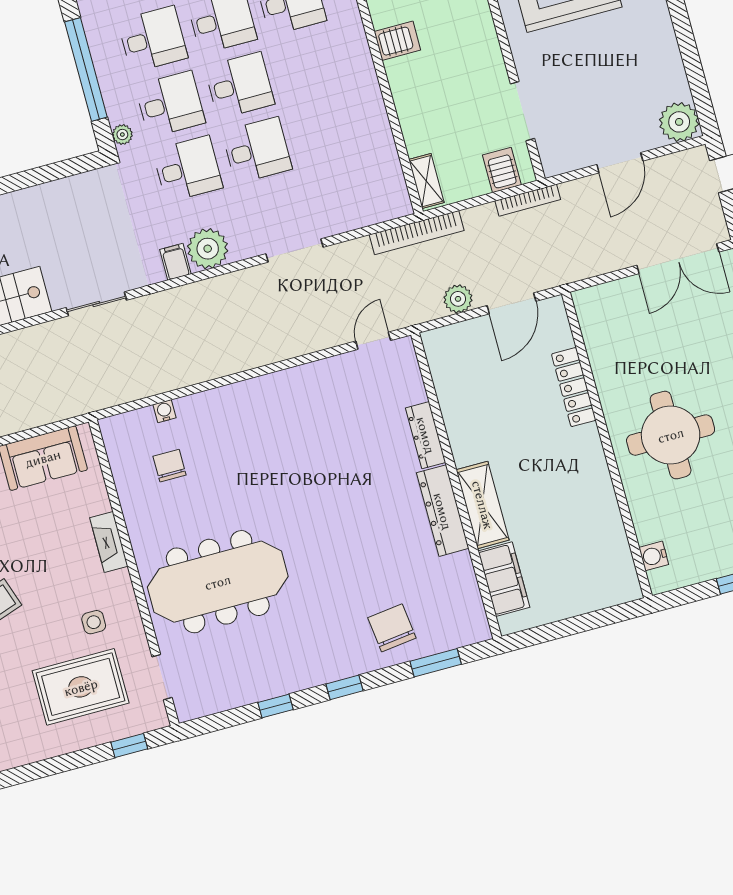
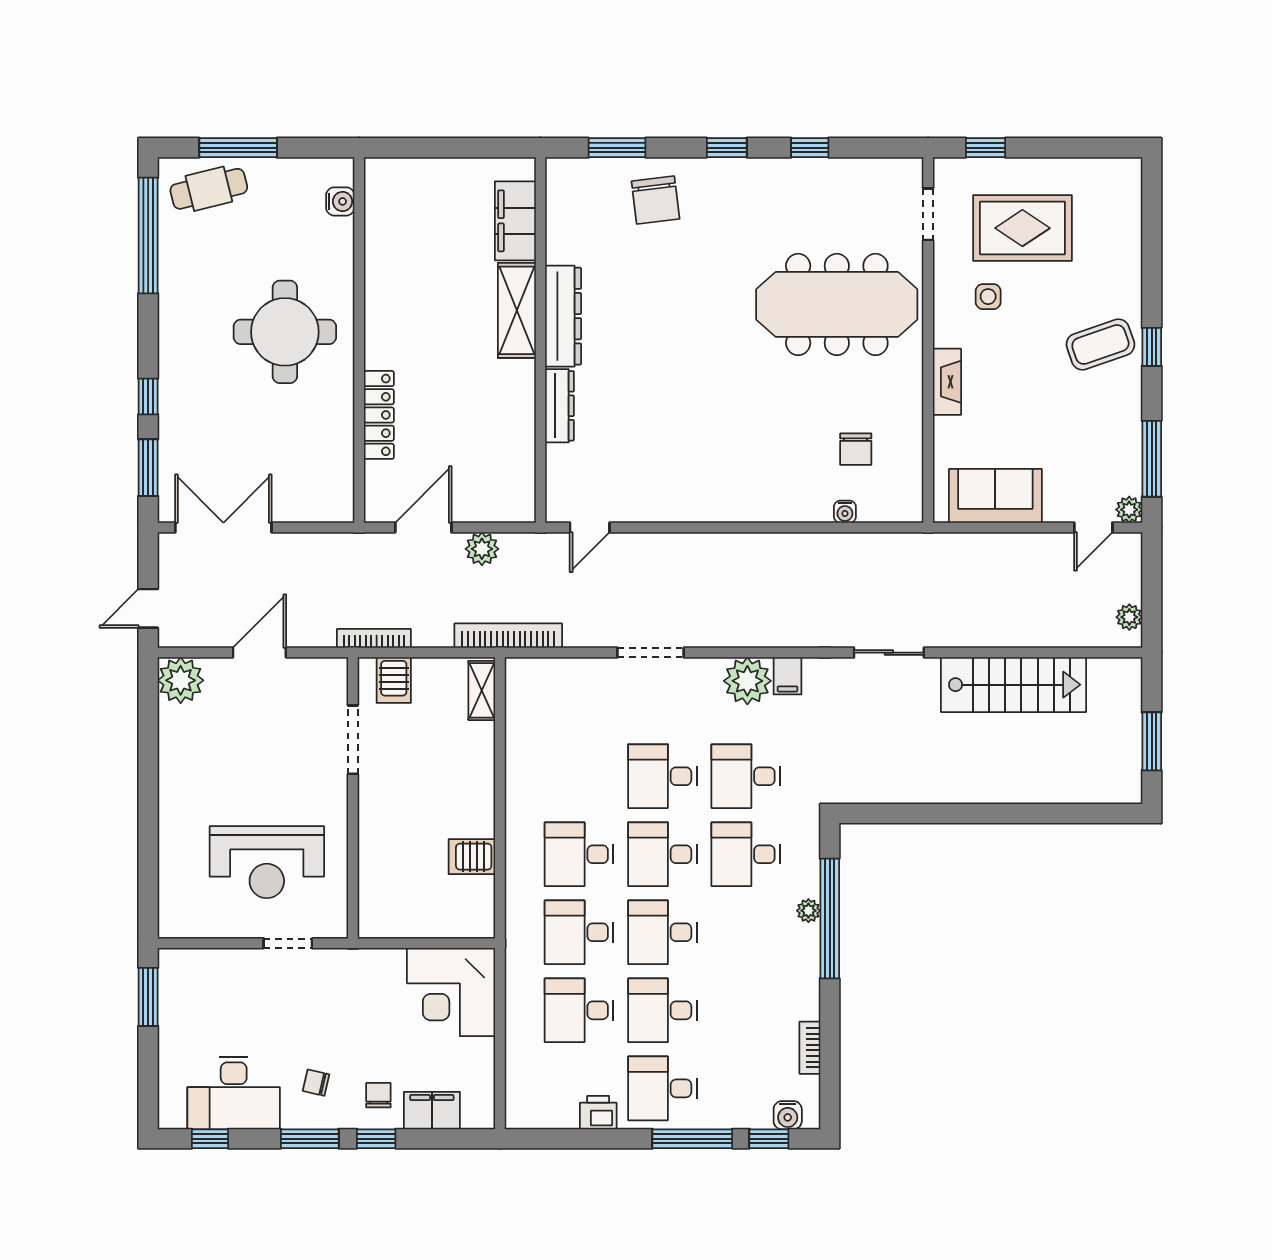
desk: (153, 39) -> (579, 854), moved
plant: (122, 135) -> (808, 911), moved

